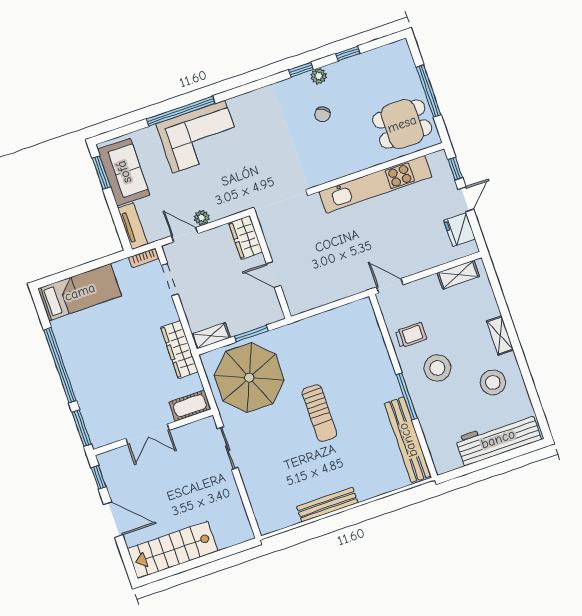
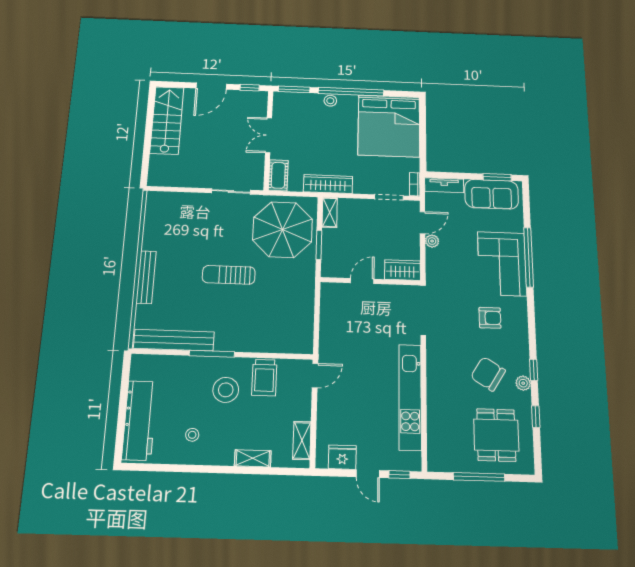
chair: (323, 114) -> (488, 374), width x1.87, depth x1.87
dining table: (402, 124) -> (496, 435), moved
armchair: (263, 131) -> (490, 318), added
bed: (80, 292) -> (389, 126), width x2.04
trolley: (411, 335) -> (264, 378), width x1.36, depth x1.39
shelving: (500, 335) -> (253, 458), moved
stool: (493, 382) -> (192, 435), width x0.53, depth x0.53
stool: (80, 384) -> (330, 101), added
bench: (327, 505) -> (146, 277), moved

